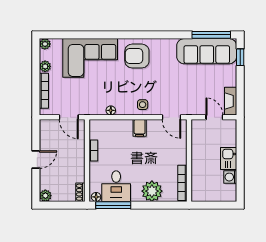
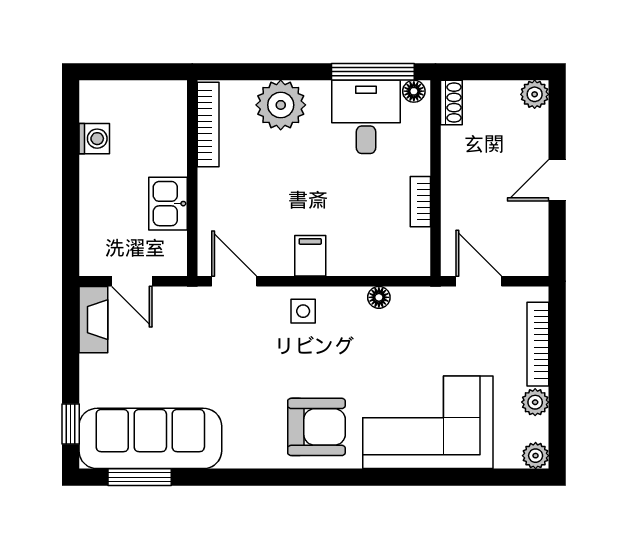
window: (211, 35) -> (140, 477), width x0.69
kitchen sink: (229, 158) -> (168, 204), moved, turned 180

